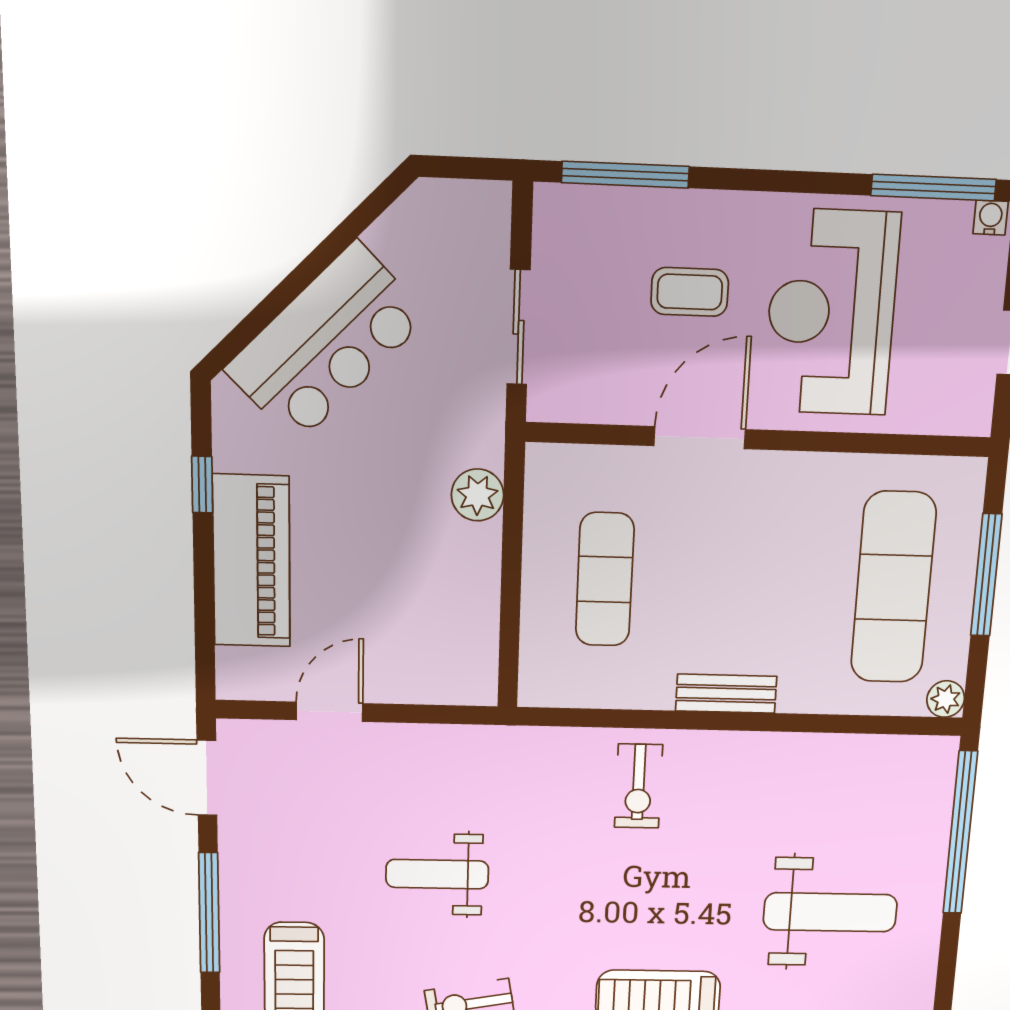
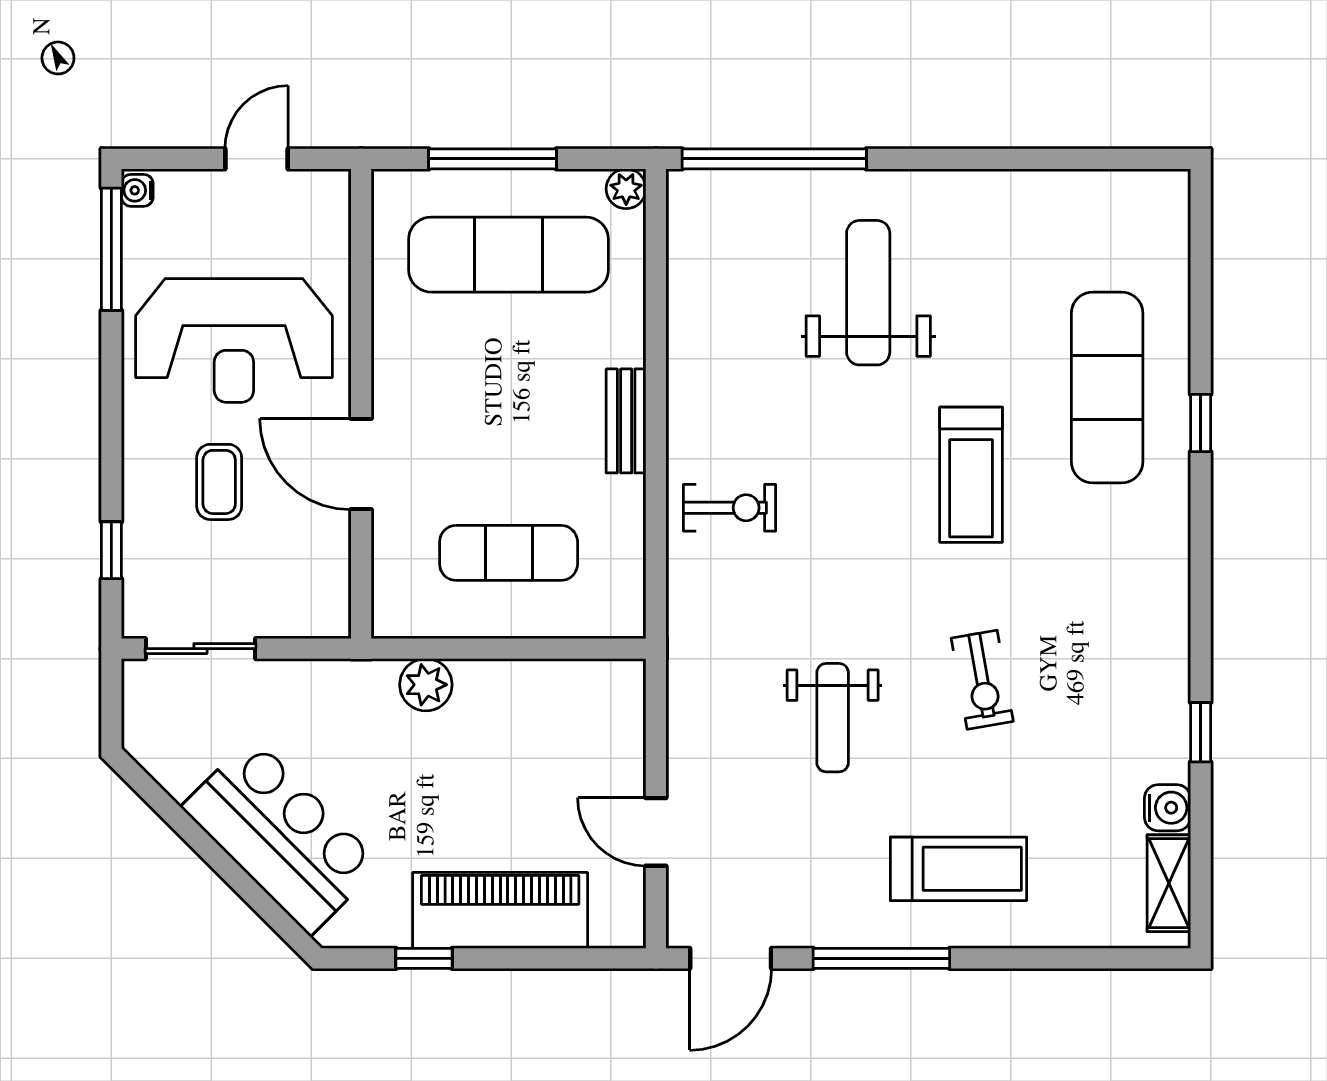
window: (625, 175) -> (111, 550), width x0.46
sliding door: (519, 327) -> (200, 649), moved

